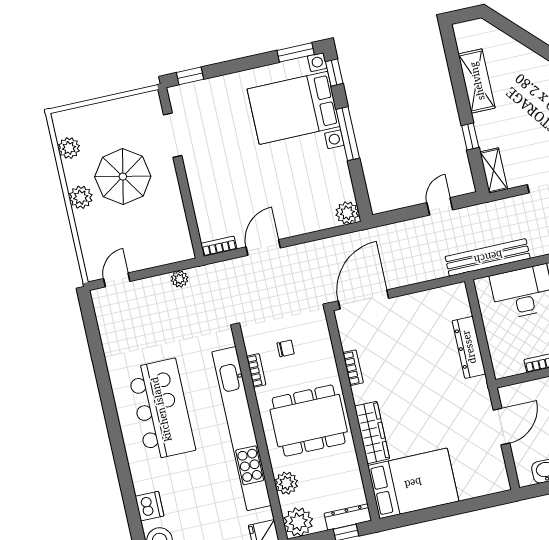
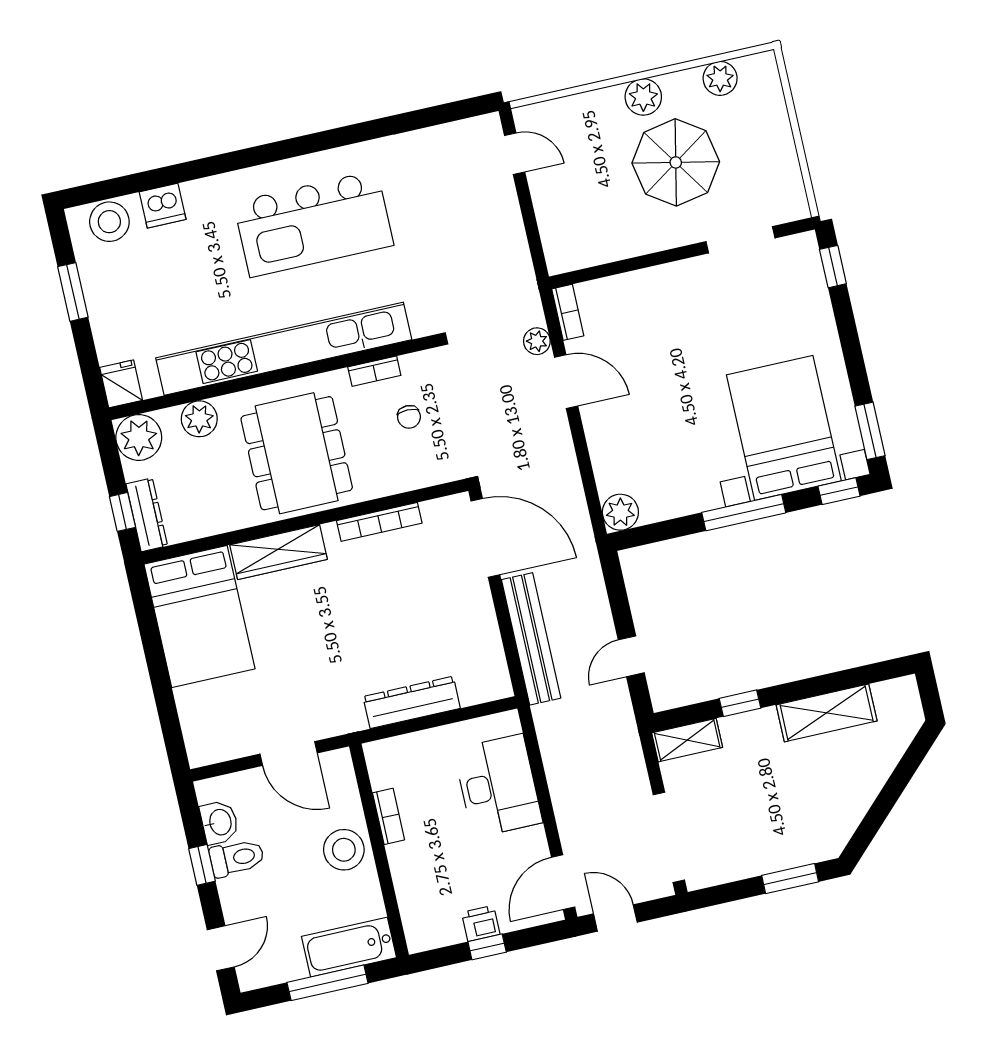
door: (440, 206) -> (631, 656), swing flipped
bench: (488, 257) -> (531, 639), moved
plant: (180, 279) -> (537, 341), moved
bookcase: (353, 368) -> (379, 522), width x1.56

